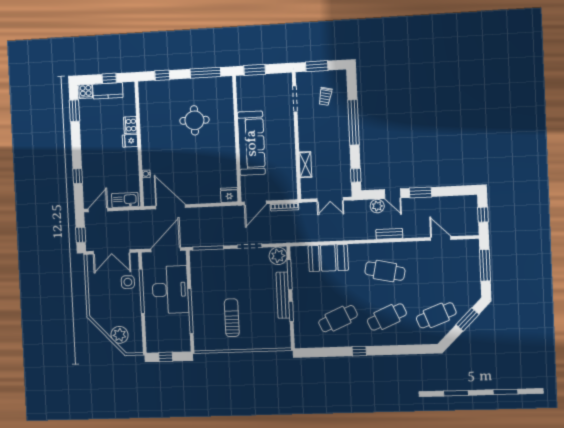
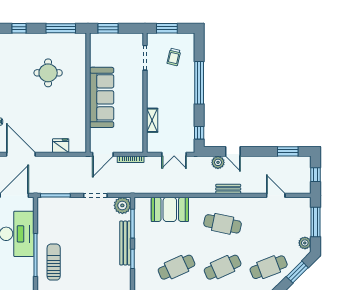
window: (420, 192) -> (288, 151), moved
fridge: (229, 195) -> (61, 146), moved
plant: (474, 288) -> (305, 243), added
sun lounger: (232, 318) -> (54, 262), moved

